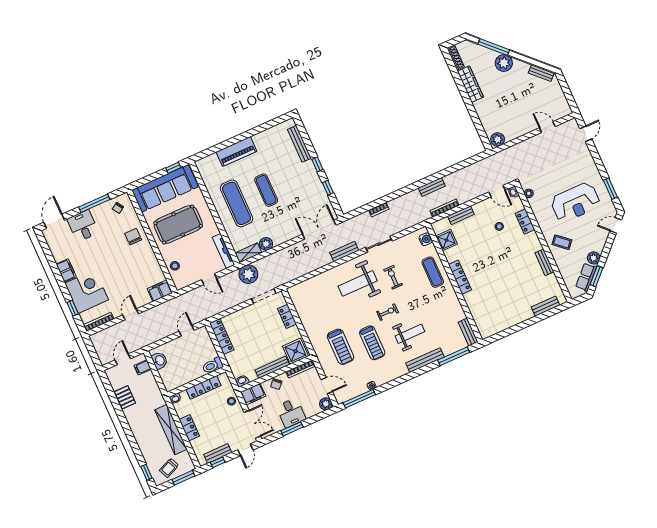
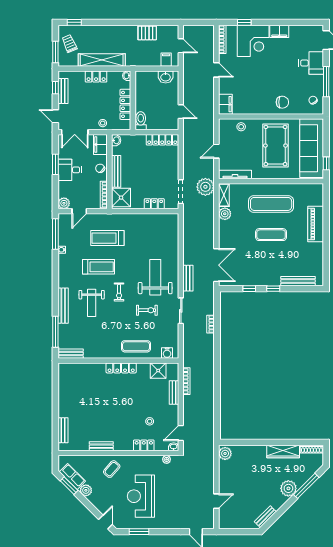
bench: (432, 187) -> (210, 378), removed
treadmill: (372, 343) -> (98, 267), turned 180

